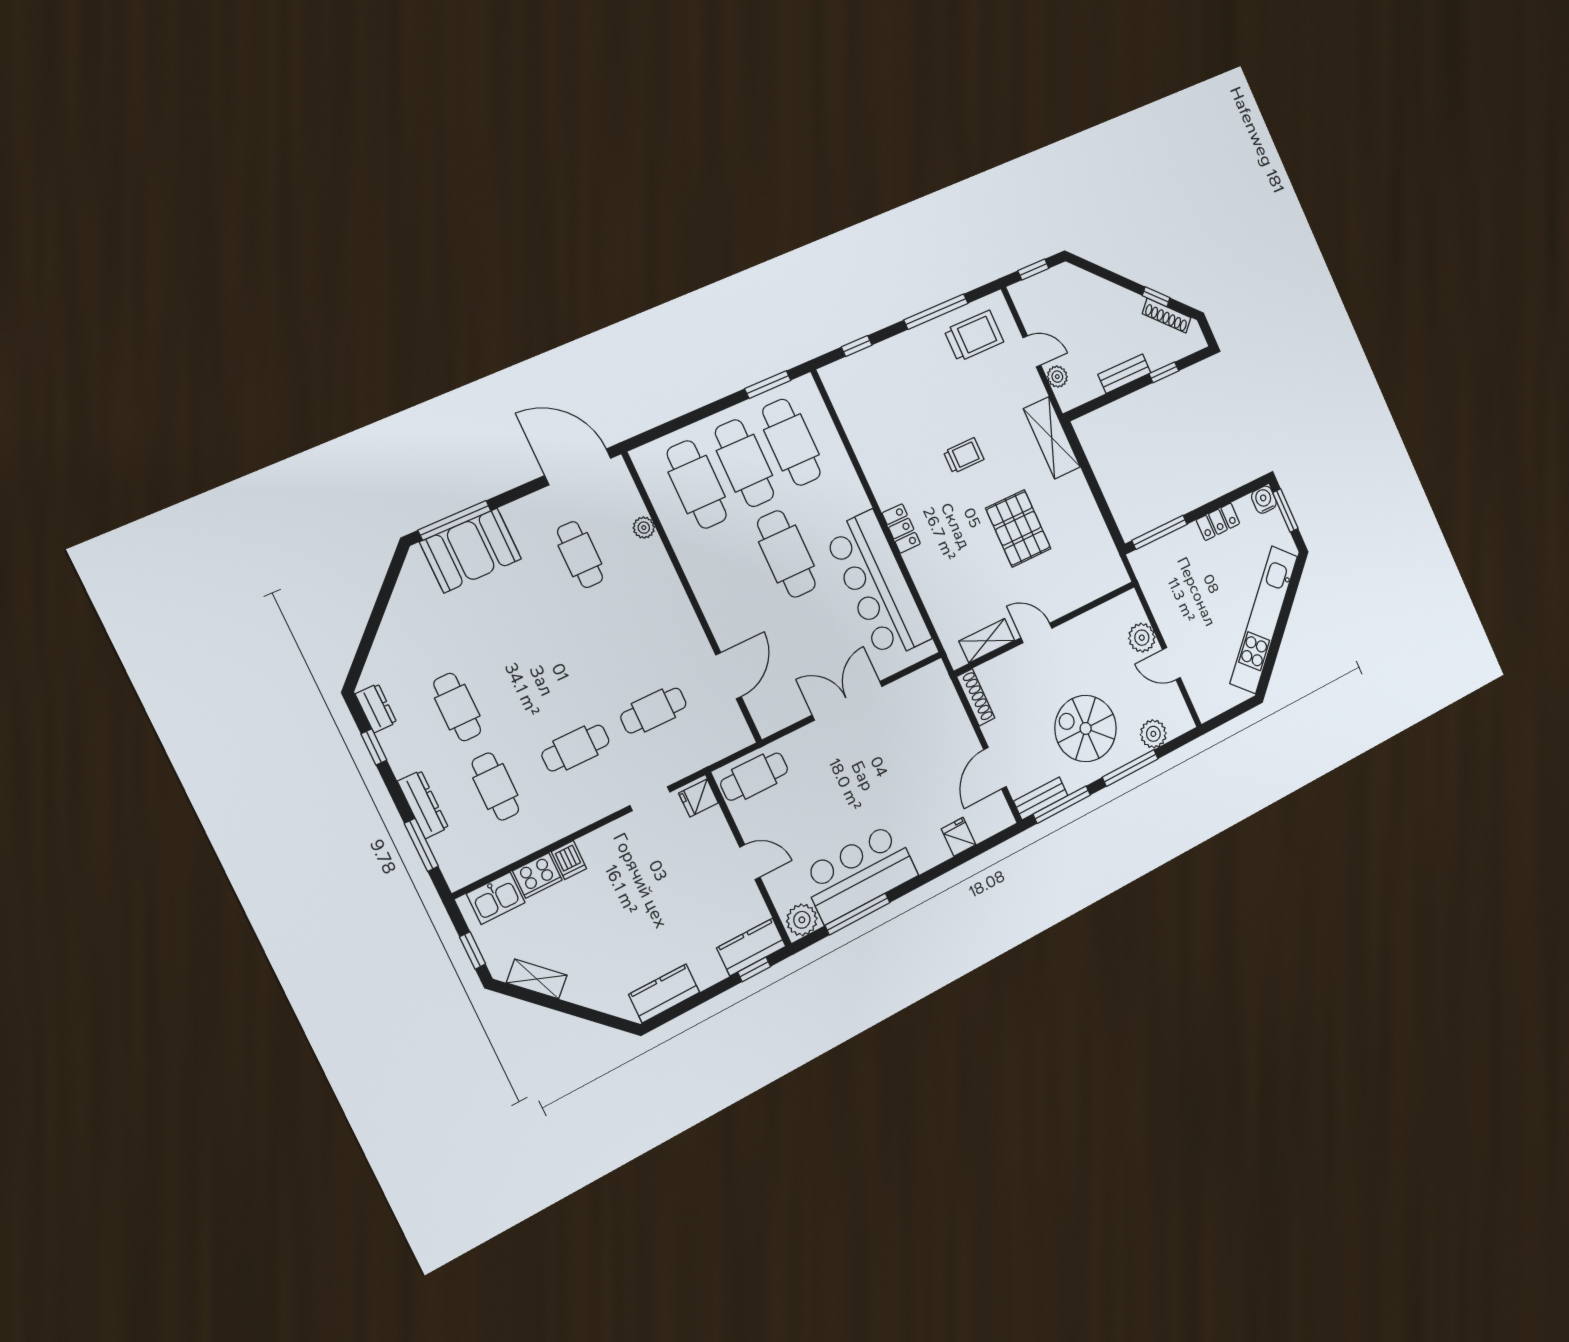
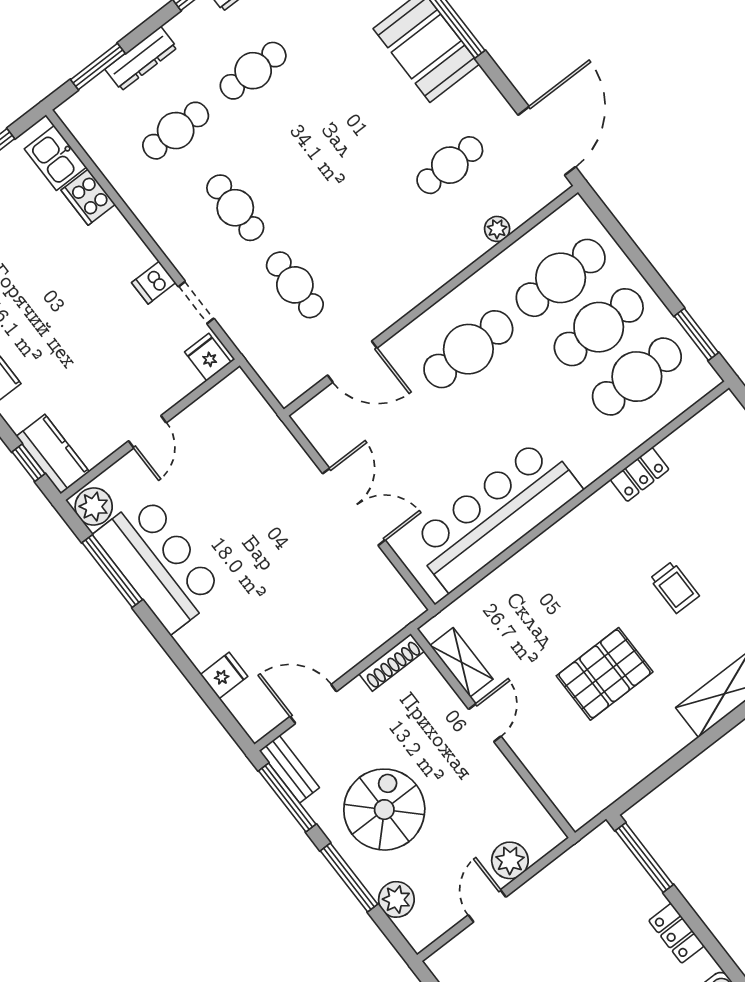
locker: (901, 528) -> (640, 474), moved
cafe table: (786, 554) -> (468, 349), moved
cafe table: (754, 777) -> (245, 416), removed
dishwasher: (569, 860) -> (154, 283), moved

